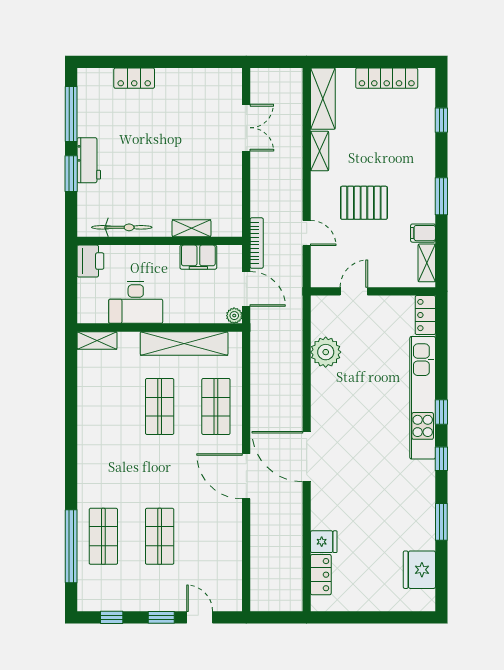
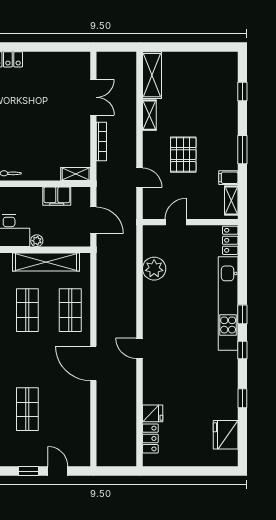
locker: (387, 78) -> (201, 59), removed
pallet: (364, 203) -> (183, 155), turned 90
shelving: (191, 228) -> (76, 174), moved
bookcase: (257, 243) -> (101, 142), moved
plant: (234, 316) -> (37, 241), moved
door: (307, 457) -> (139, 348), width x0.53
window: (441, 522) -> (242, 398), width x0.67

